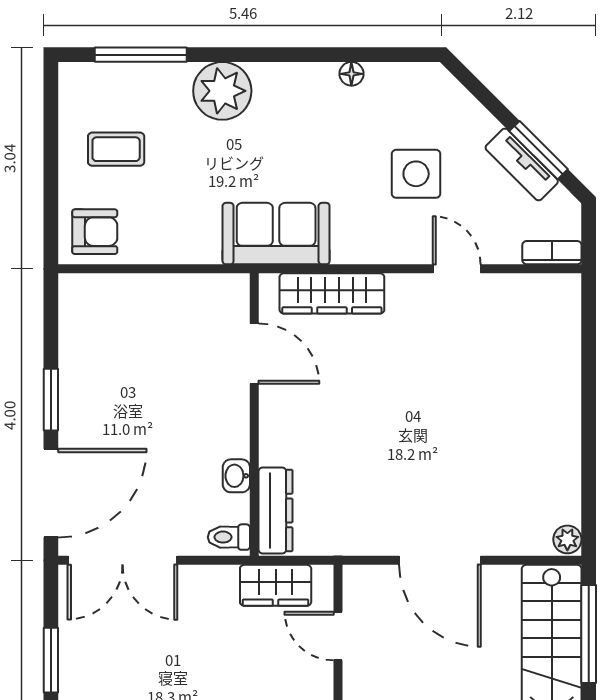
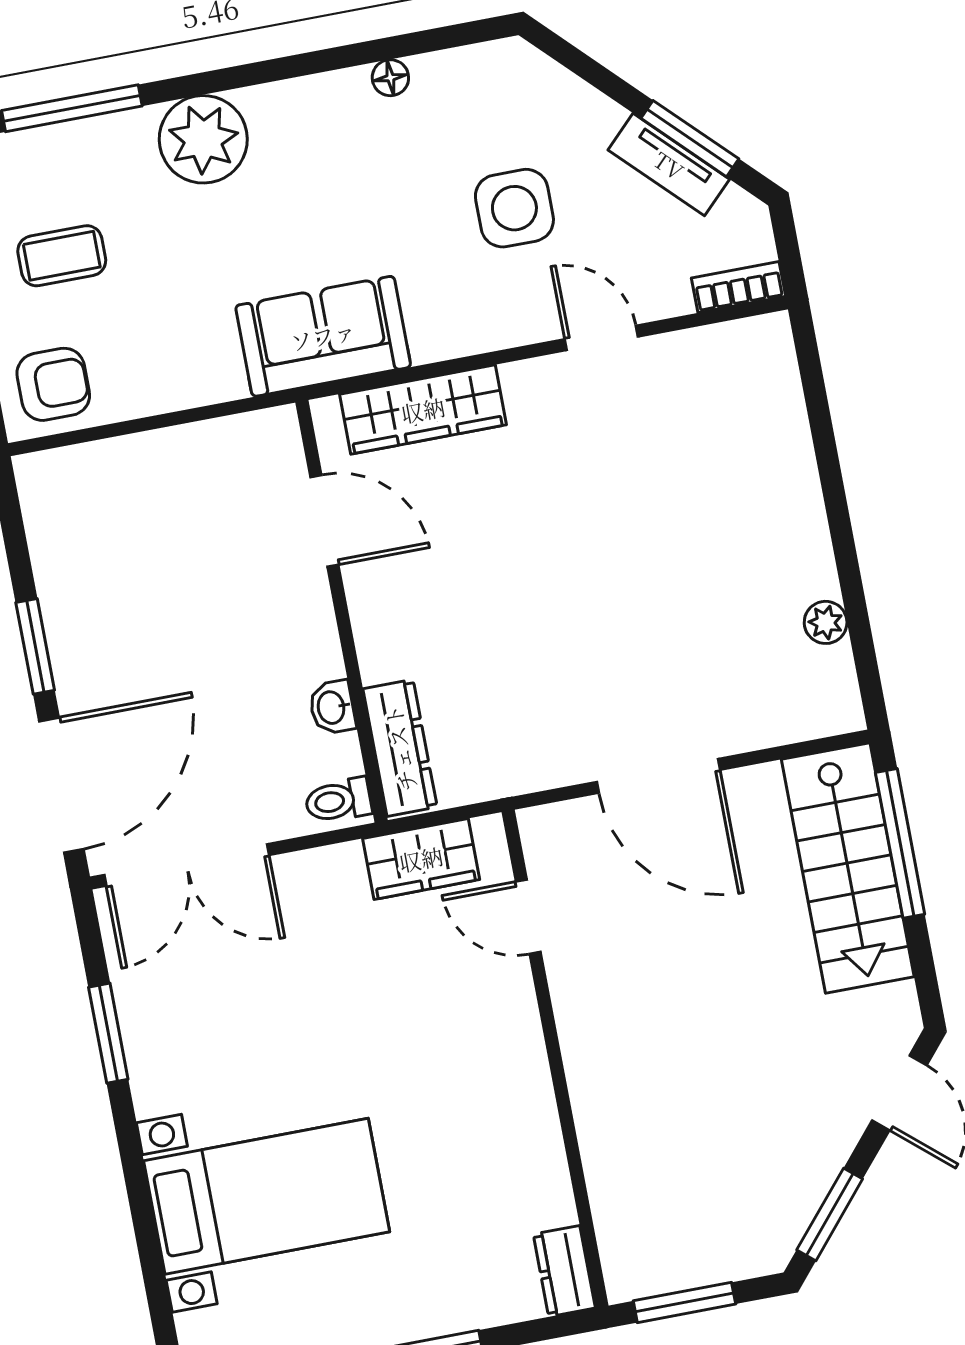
plant: (567, 539) -> (826, 622), moved

